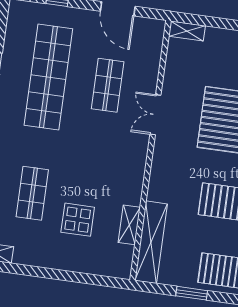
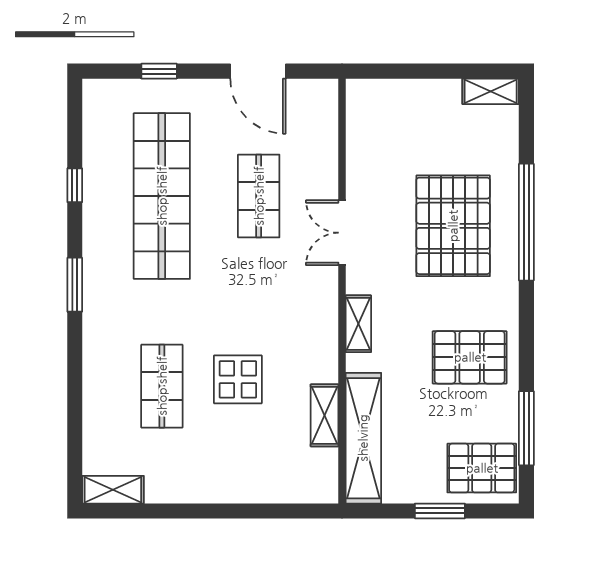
shelving: (187, 31) -> (358, 324), moved, turned 90
display table: (78, 220) -> (238, 379), moved

